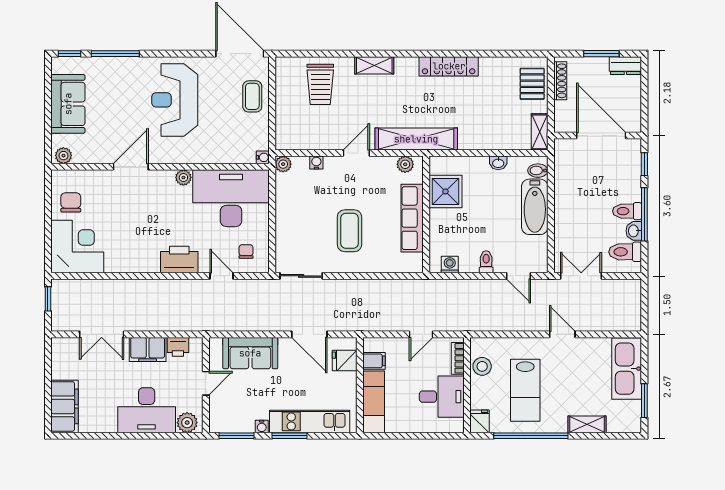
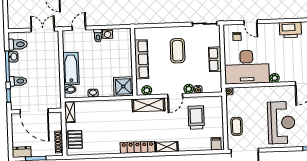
locker: (449, 66) -> (138, 147), moved
filing cabinet: (289, 67) -> (216, 144), added
trolley: (320, 84) -> (196, 118), moved
shelving: (416, 139) -> (148, 105), width x0.68
plant: (283, 164) -> (189, 89), moved
shower: (445, 191) -> (123, 86), moved
toilet: (627, 211) -> (18, 81), moved
row of seats: (285, 214) -> (215, 59), added
printer: (179, 260) -> (290, 30), moved
washing machine: (450, 265) -> (108, 34), moved
door: (518, 276) -> (79, 28), hinge flipped
double door: (581, 276) -> (43, 30), swing flipped

